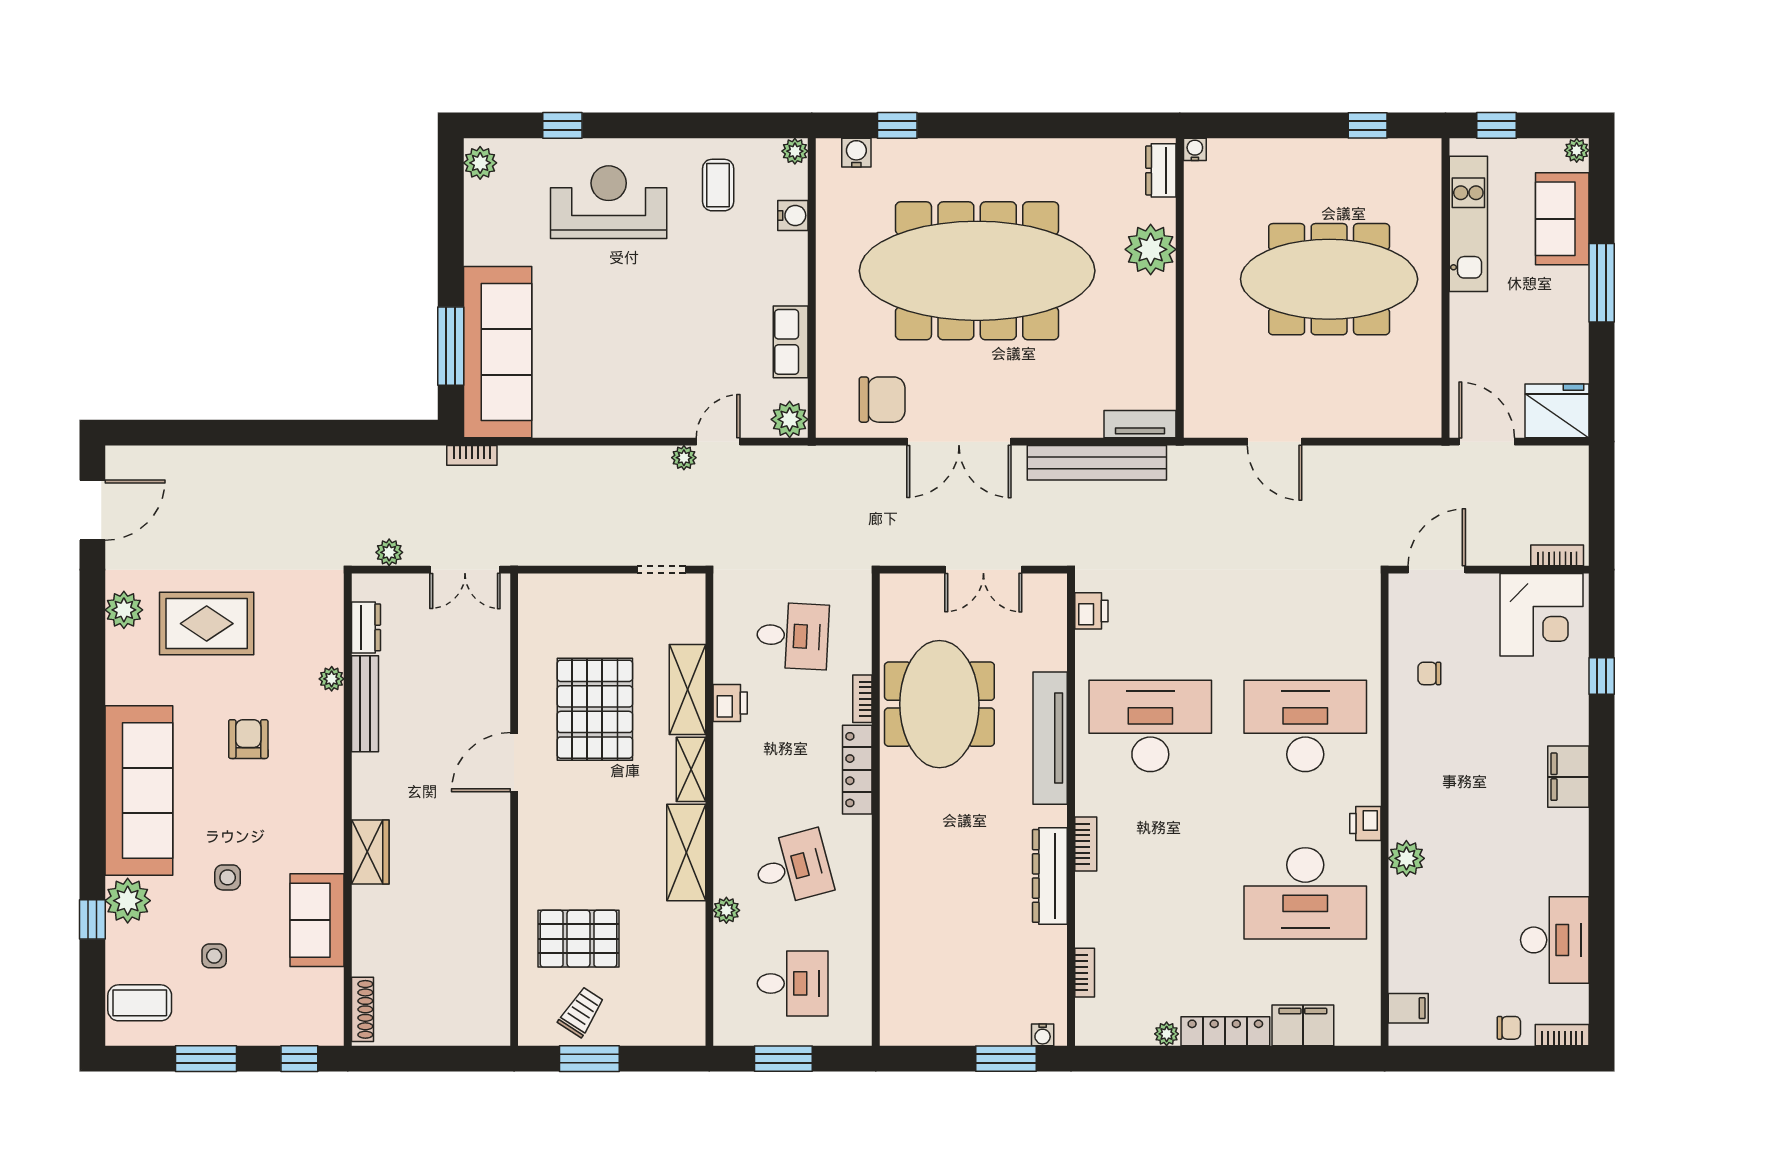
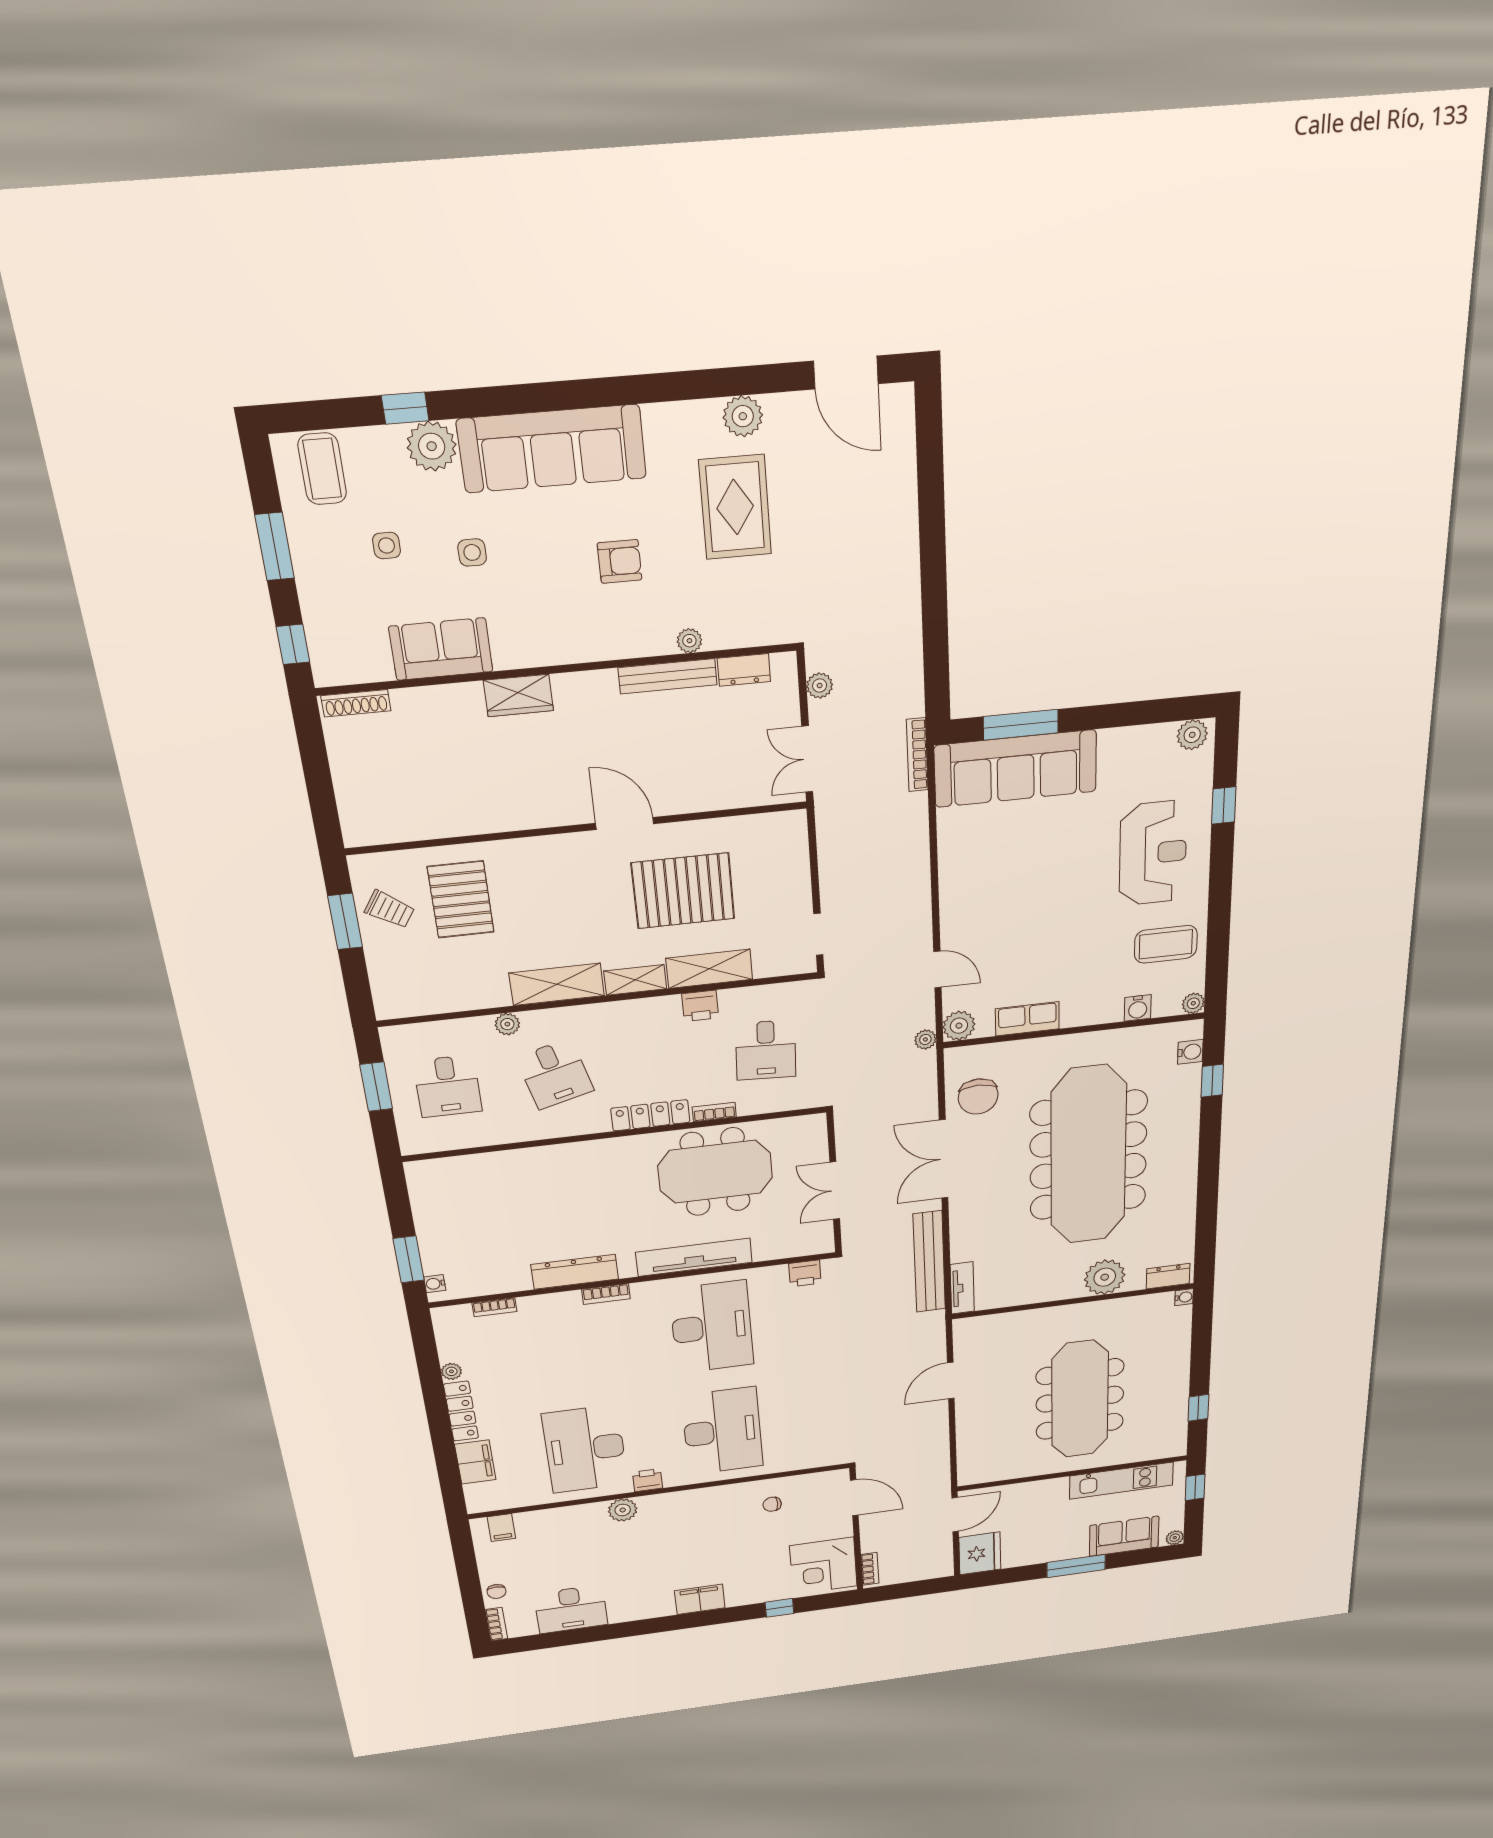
coffee table: (718, 185) -> (1166, 944), width x1.36, depth x1.30
bookcase: (472, 455) -> (917, 755), width x1.56
plant: (684, 458) -> (925, 1039), moved
chair: (1429, 673) -> (772, 1504), turned -90

